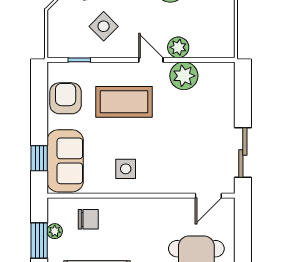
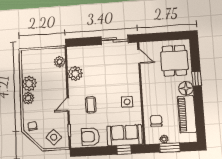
side table: (104, 26) -> (54, 137), moved
plant: (178, 47) -> (60, 62), moved
door: (151, 60) -> (68, 105), moved
coffee table: (124, 102) -> (91, 105), width x0.54, depth x0.58

